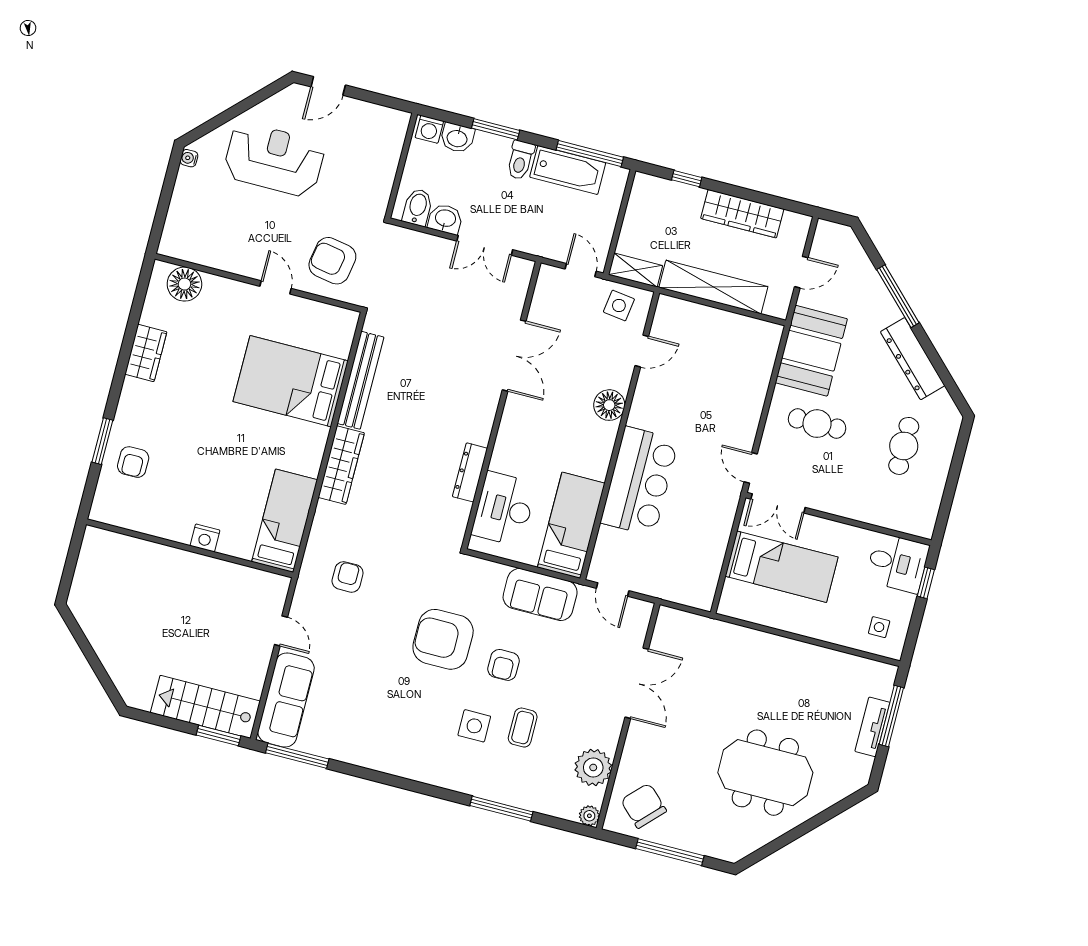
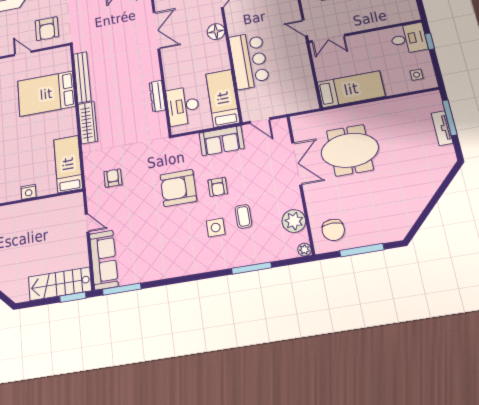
armchair: (332, 261) -> (47, 29), turned -100
bed: (782, 567) -> (351, 89), moved
meeting table: (765, 773) -> (350, 150), moved
chair: (644, 806) -> (333, 230), turned -134

